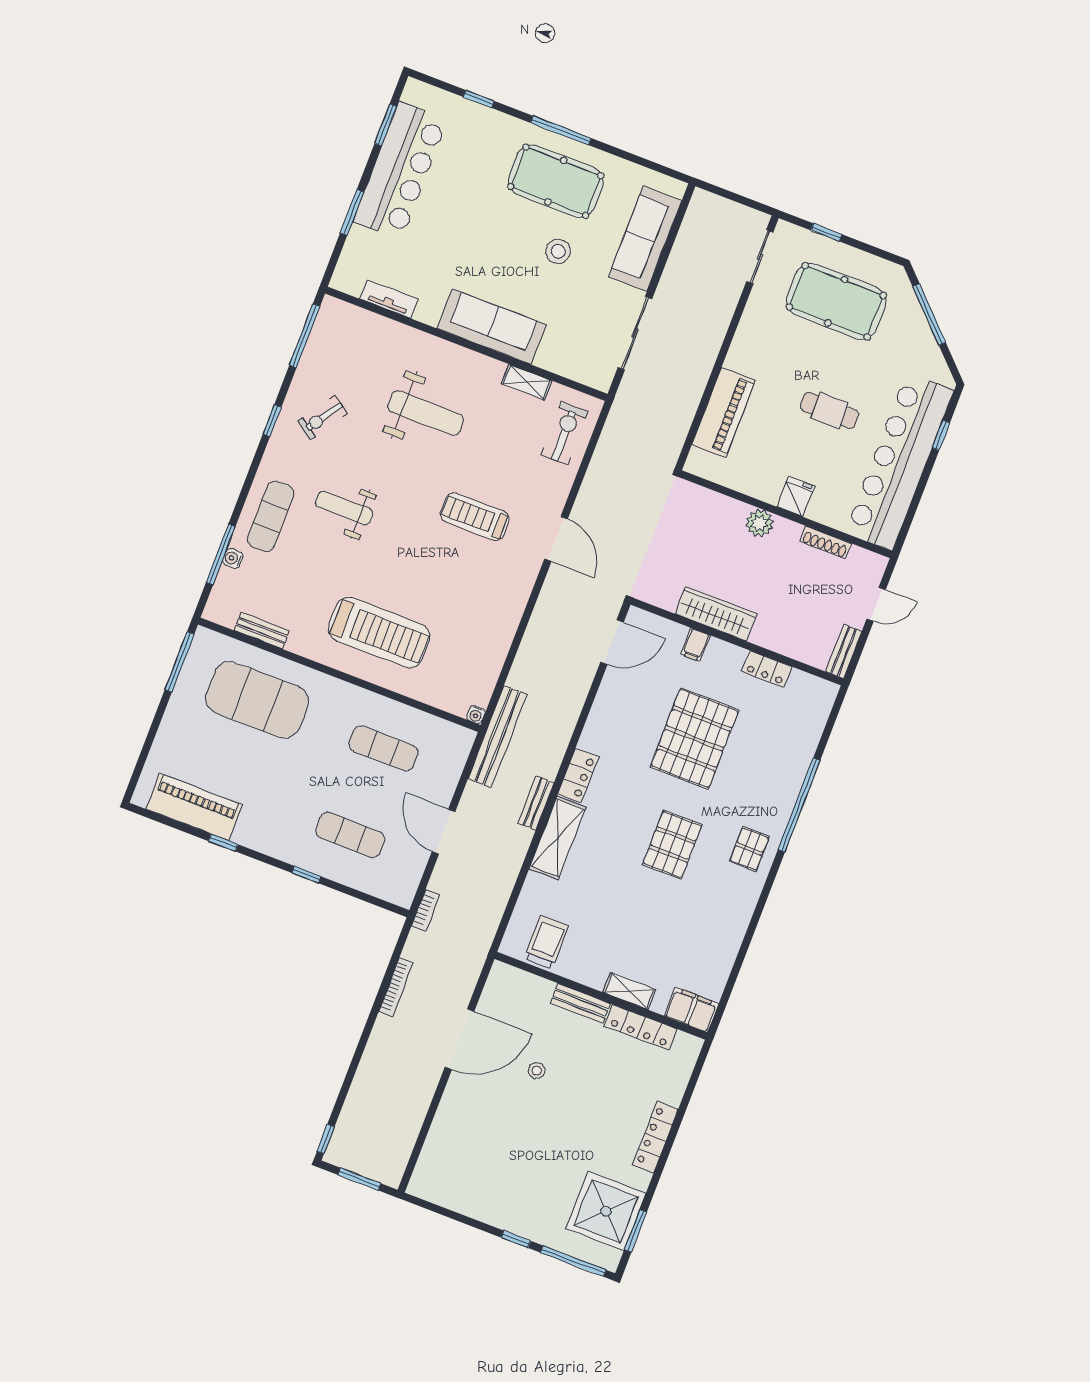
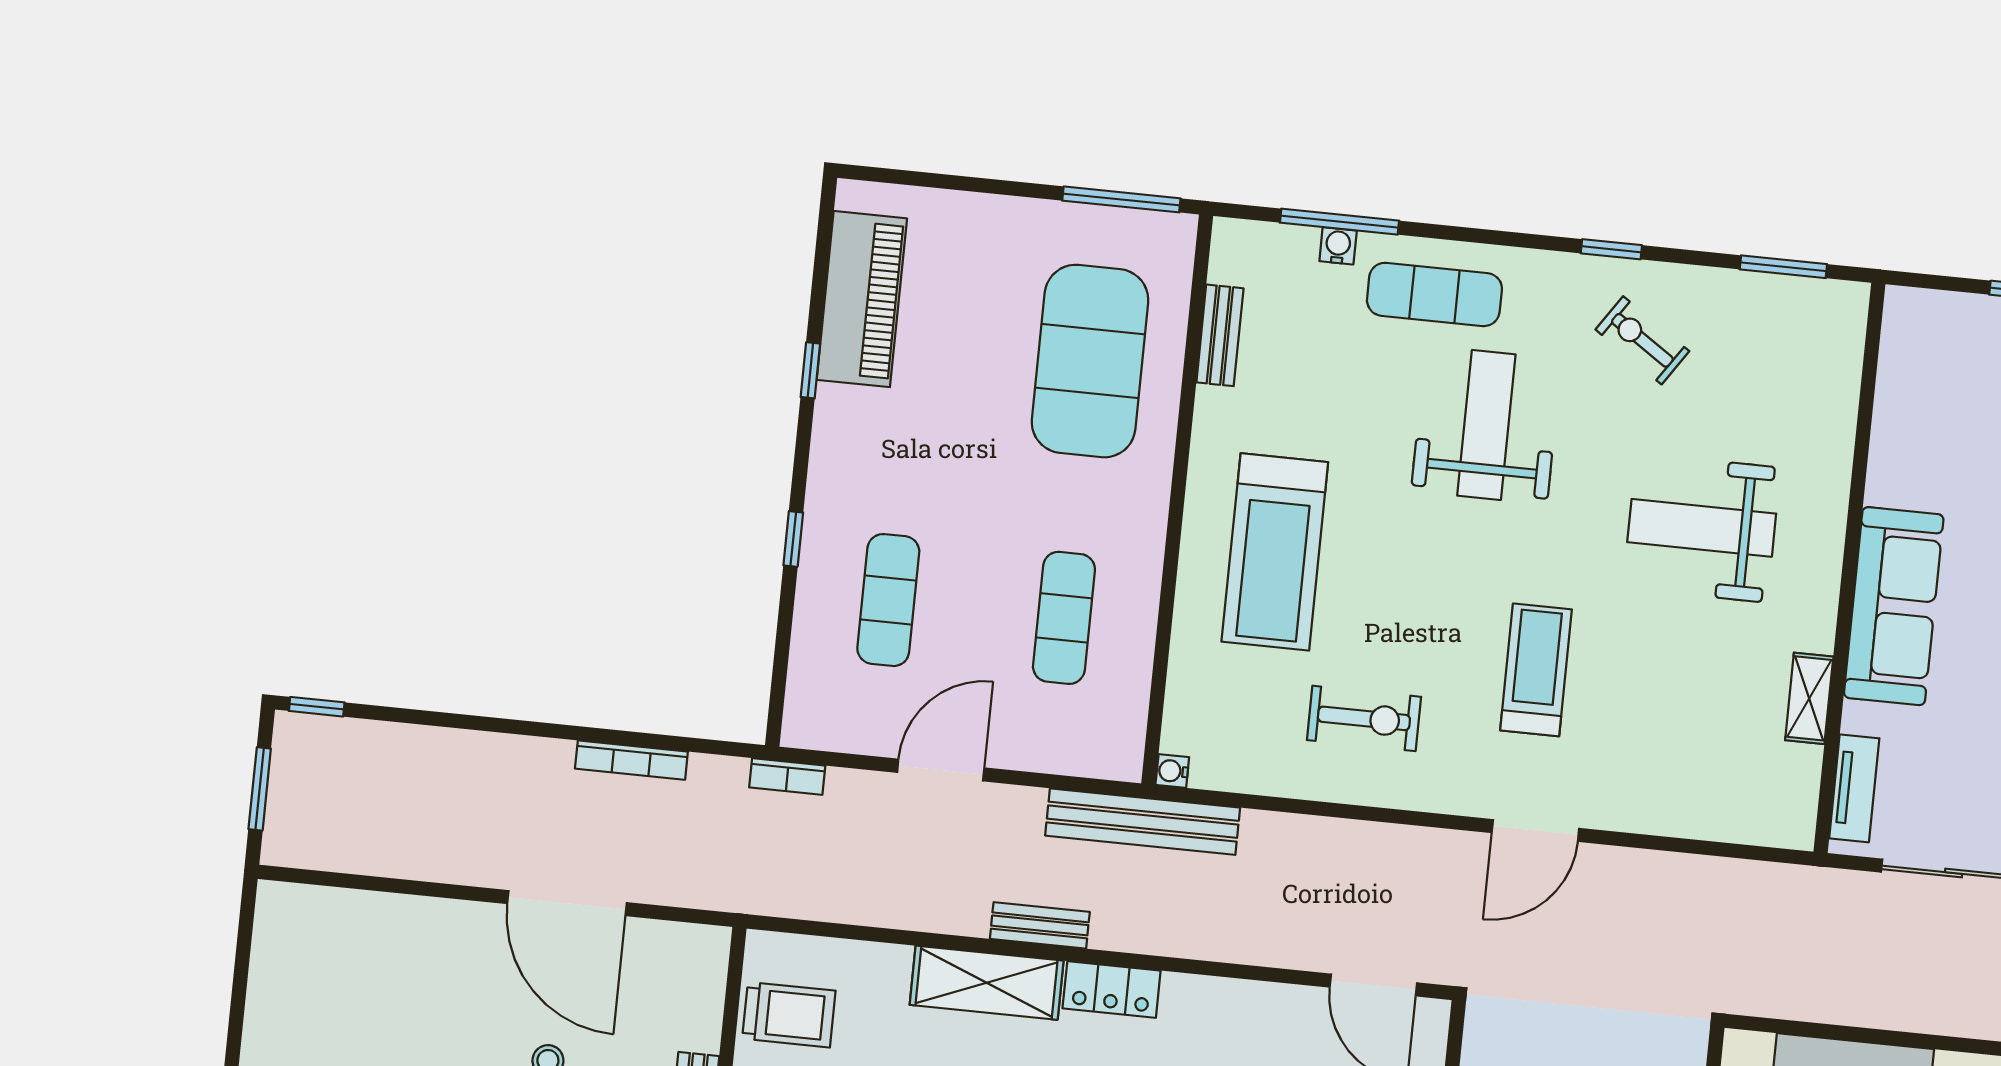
tv unit: (389, 299) -> (1854, 788), moved
window: (305, 336) -> (1783, 267), width x0.69
weight bench: (426, 413) -> (1702, 528), turned 90
exercise bike: (565, 433) -> (1364, 718), moved
weight bench: (344, 508) -> (1486, 425), width x1.36, depth x1.33

